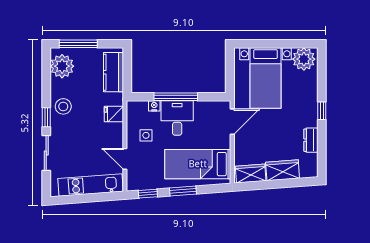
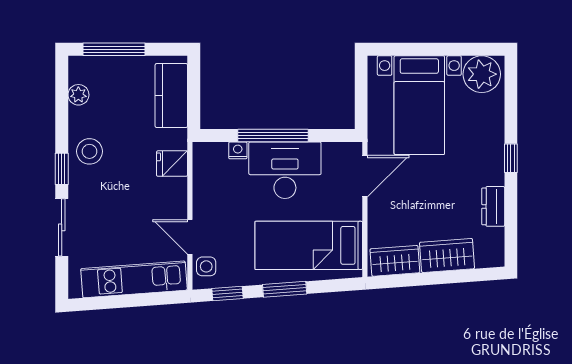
plant: (62, 66) -> (78, 95), width x0.53, depth x0.53
desk: (177, 118) -> (285, 170), width x1.37
side table: (146, 135) -> (206, 266), moved

